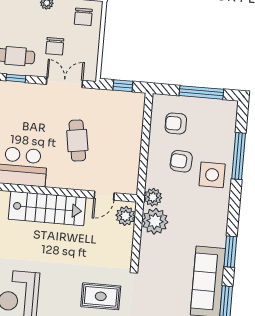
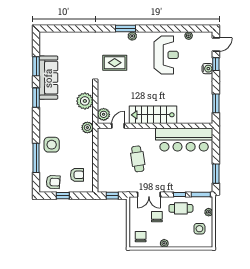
window: (201, 92) -> (63, 196), width x0.46
armchair: (181, 161) -> (53, 182), moved
plant: (155, 221) -> (85, 101), moved

